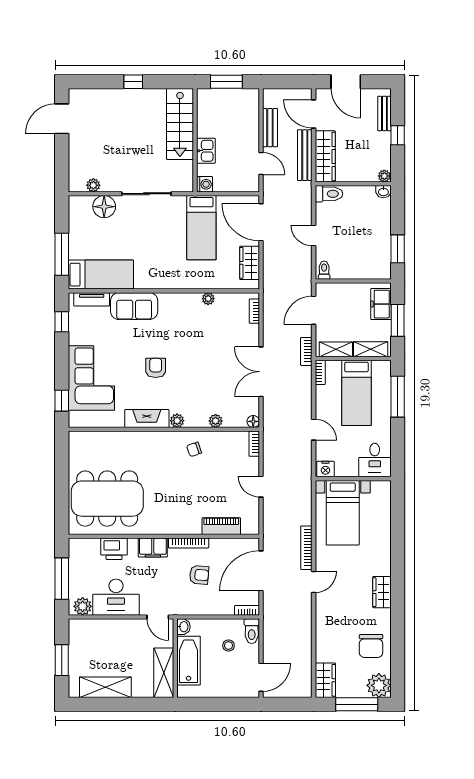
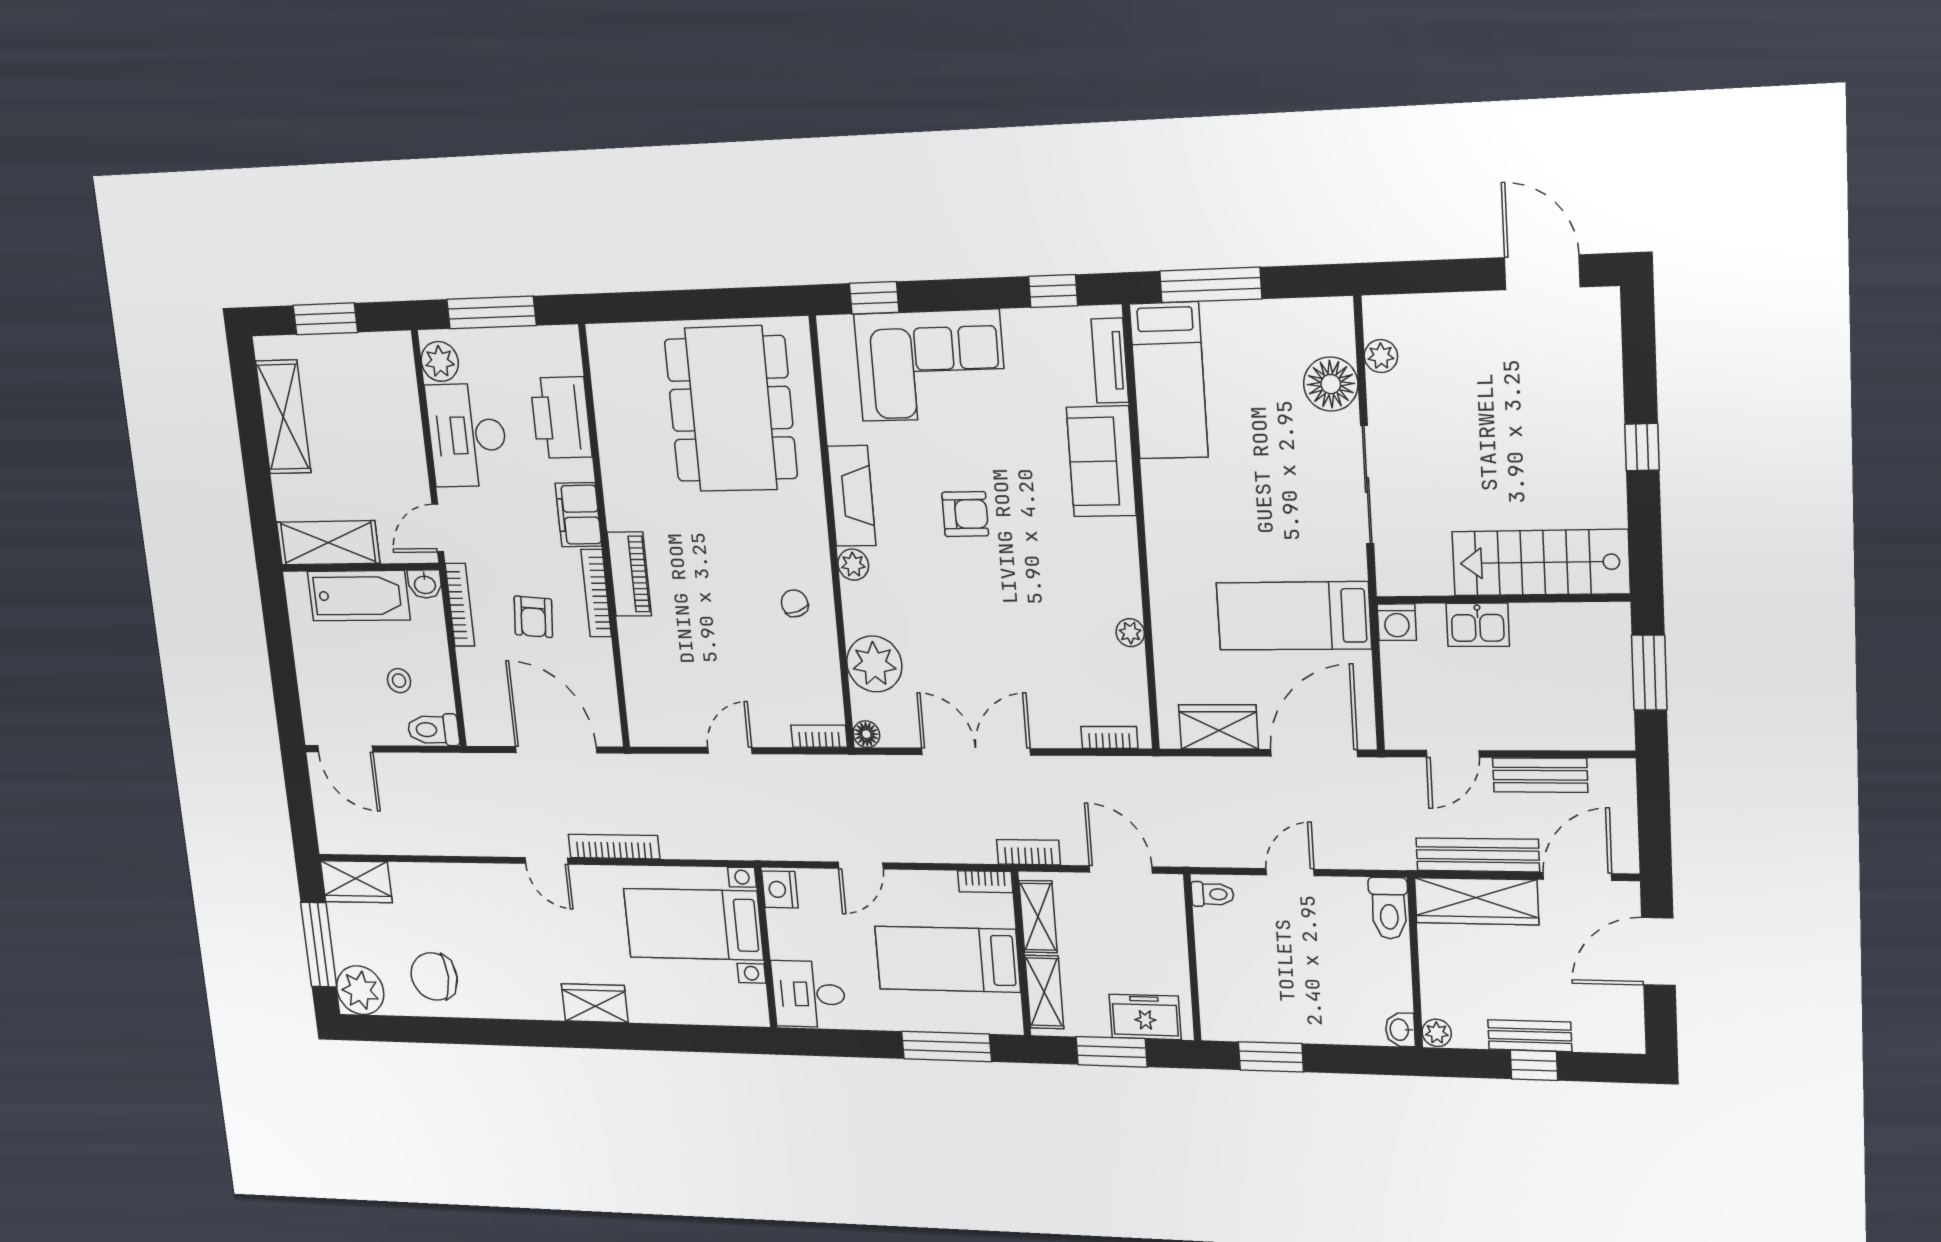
bench: (384, 113) -> (1530, 1036), moved
plant: (216, 421) -> (874, 664), width x1.88, depth x1.88
dining table: (107, 499) -> (731, 409), moved
piano: (221, 526) -> (629, 574), moved
printer: (114, 549) -> (561, 418), width x1.37, depth x1.19
wardrobe: (382, 592) -> (595, 1003), moved
bookcase: (247, 610) -> (460, 605), moved, width x1.56

